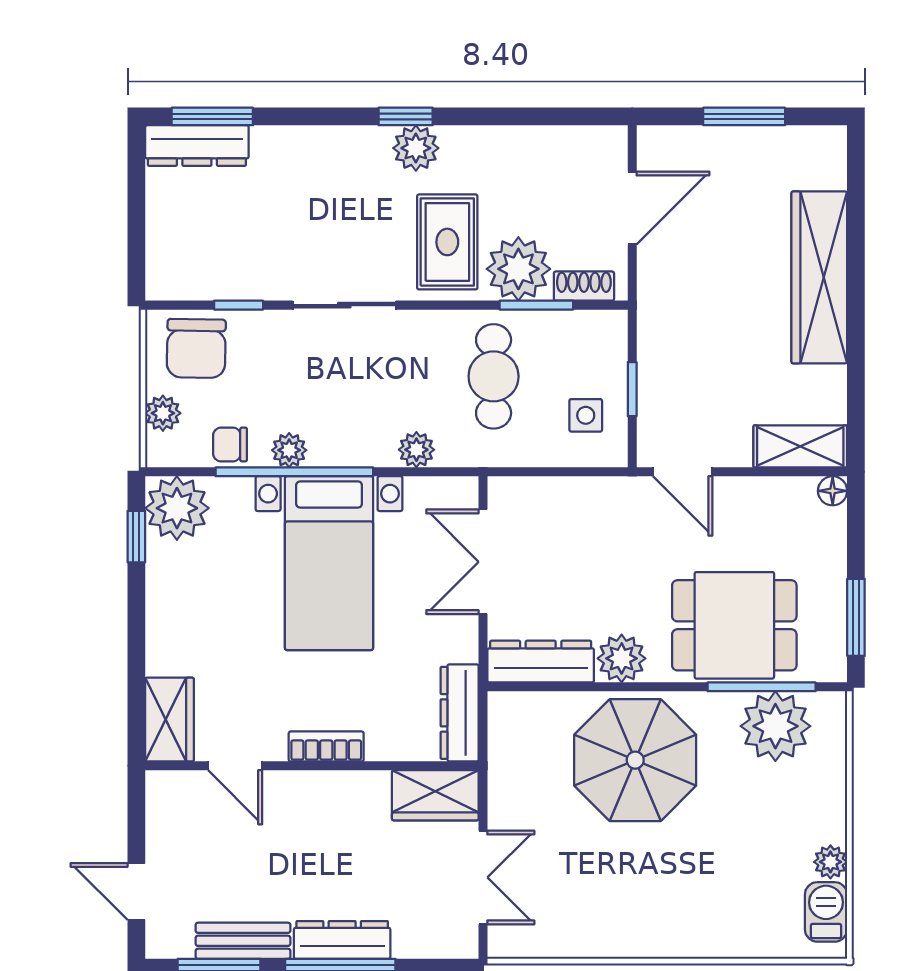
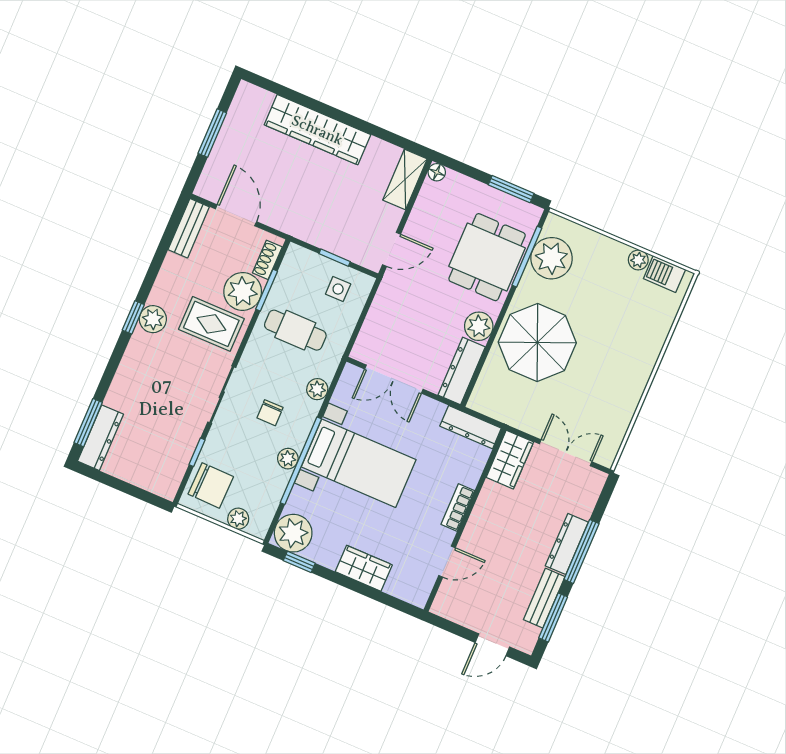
bench: (581, 143) -> (189, 228), added
chair: (230, 444) -> (270, 413), moved
wardrobe: (169, 719) -> (364, 568), moved

